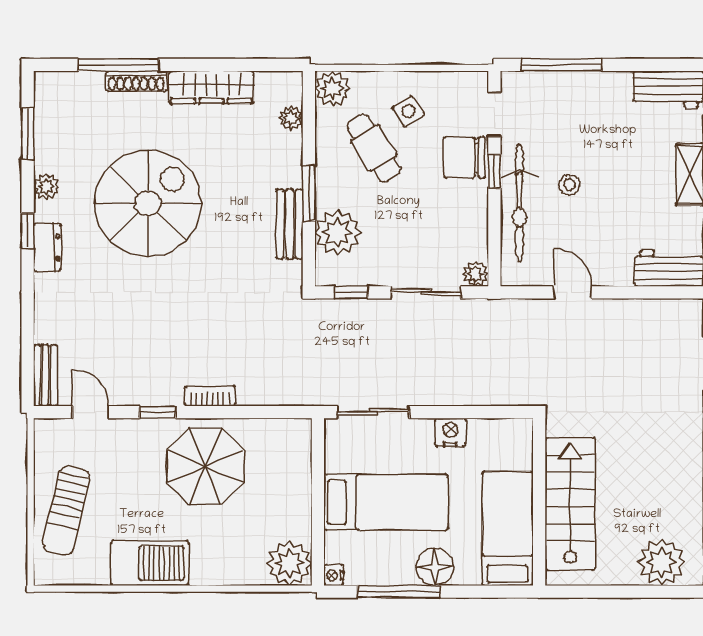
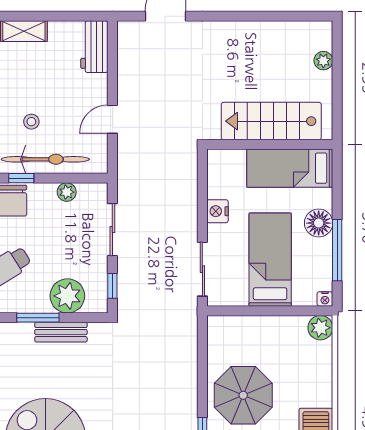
plant: (476, 274) -> (67, 192), moved
bookcase: (210, 396) -> (190, 392), removed
plant: (662, 562) -> (323, 61), width x0.53, depth x0.53
plant: (289, 563) -> (320, 328), width x0.73, depth x0.73

